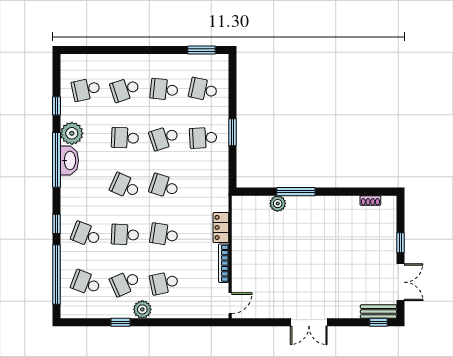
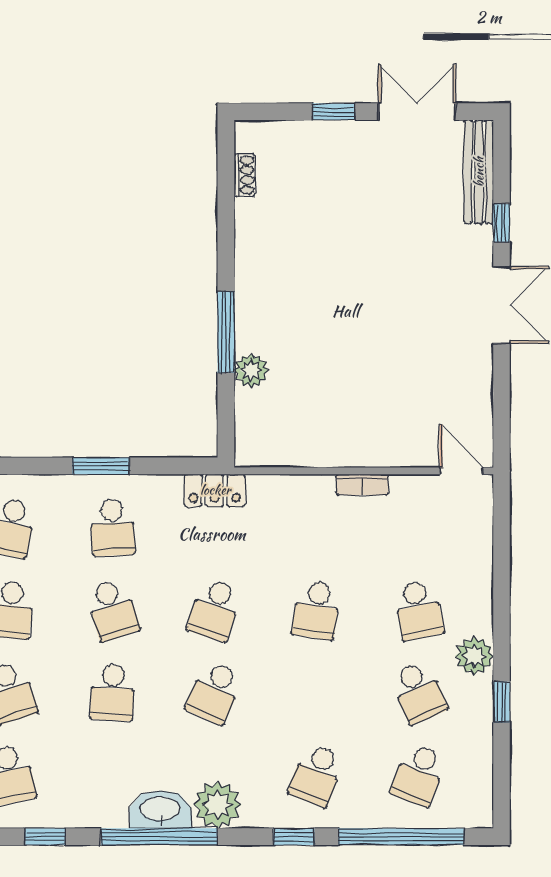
plant: (72, 133) -> (218, 805), moved
locker: (221, 227) -> (215, 490), moved
school desk: (125, 235) -> (316, 693), removed
bookcase: (224, 263) -> (362, 485), width x0.64
bench: (379, 312) -> (479, 172), width x1.36
window: (379, 322) -> (502, 223), moved

